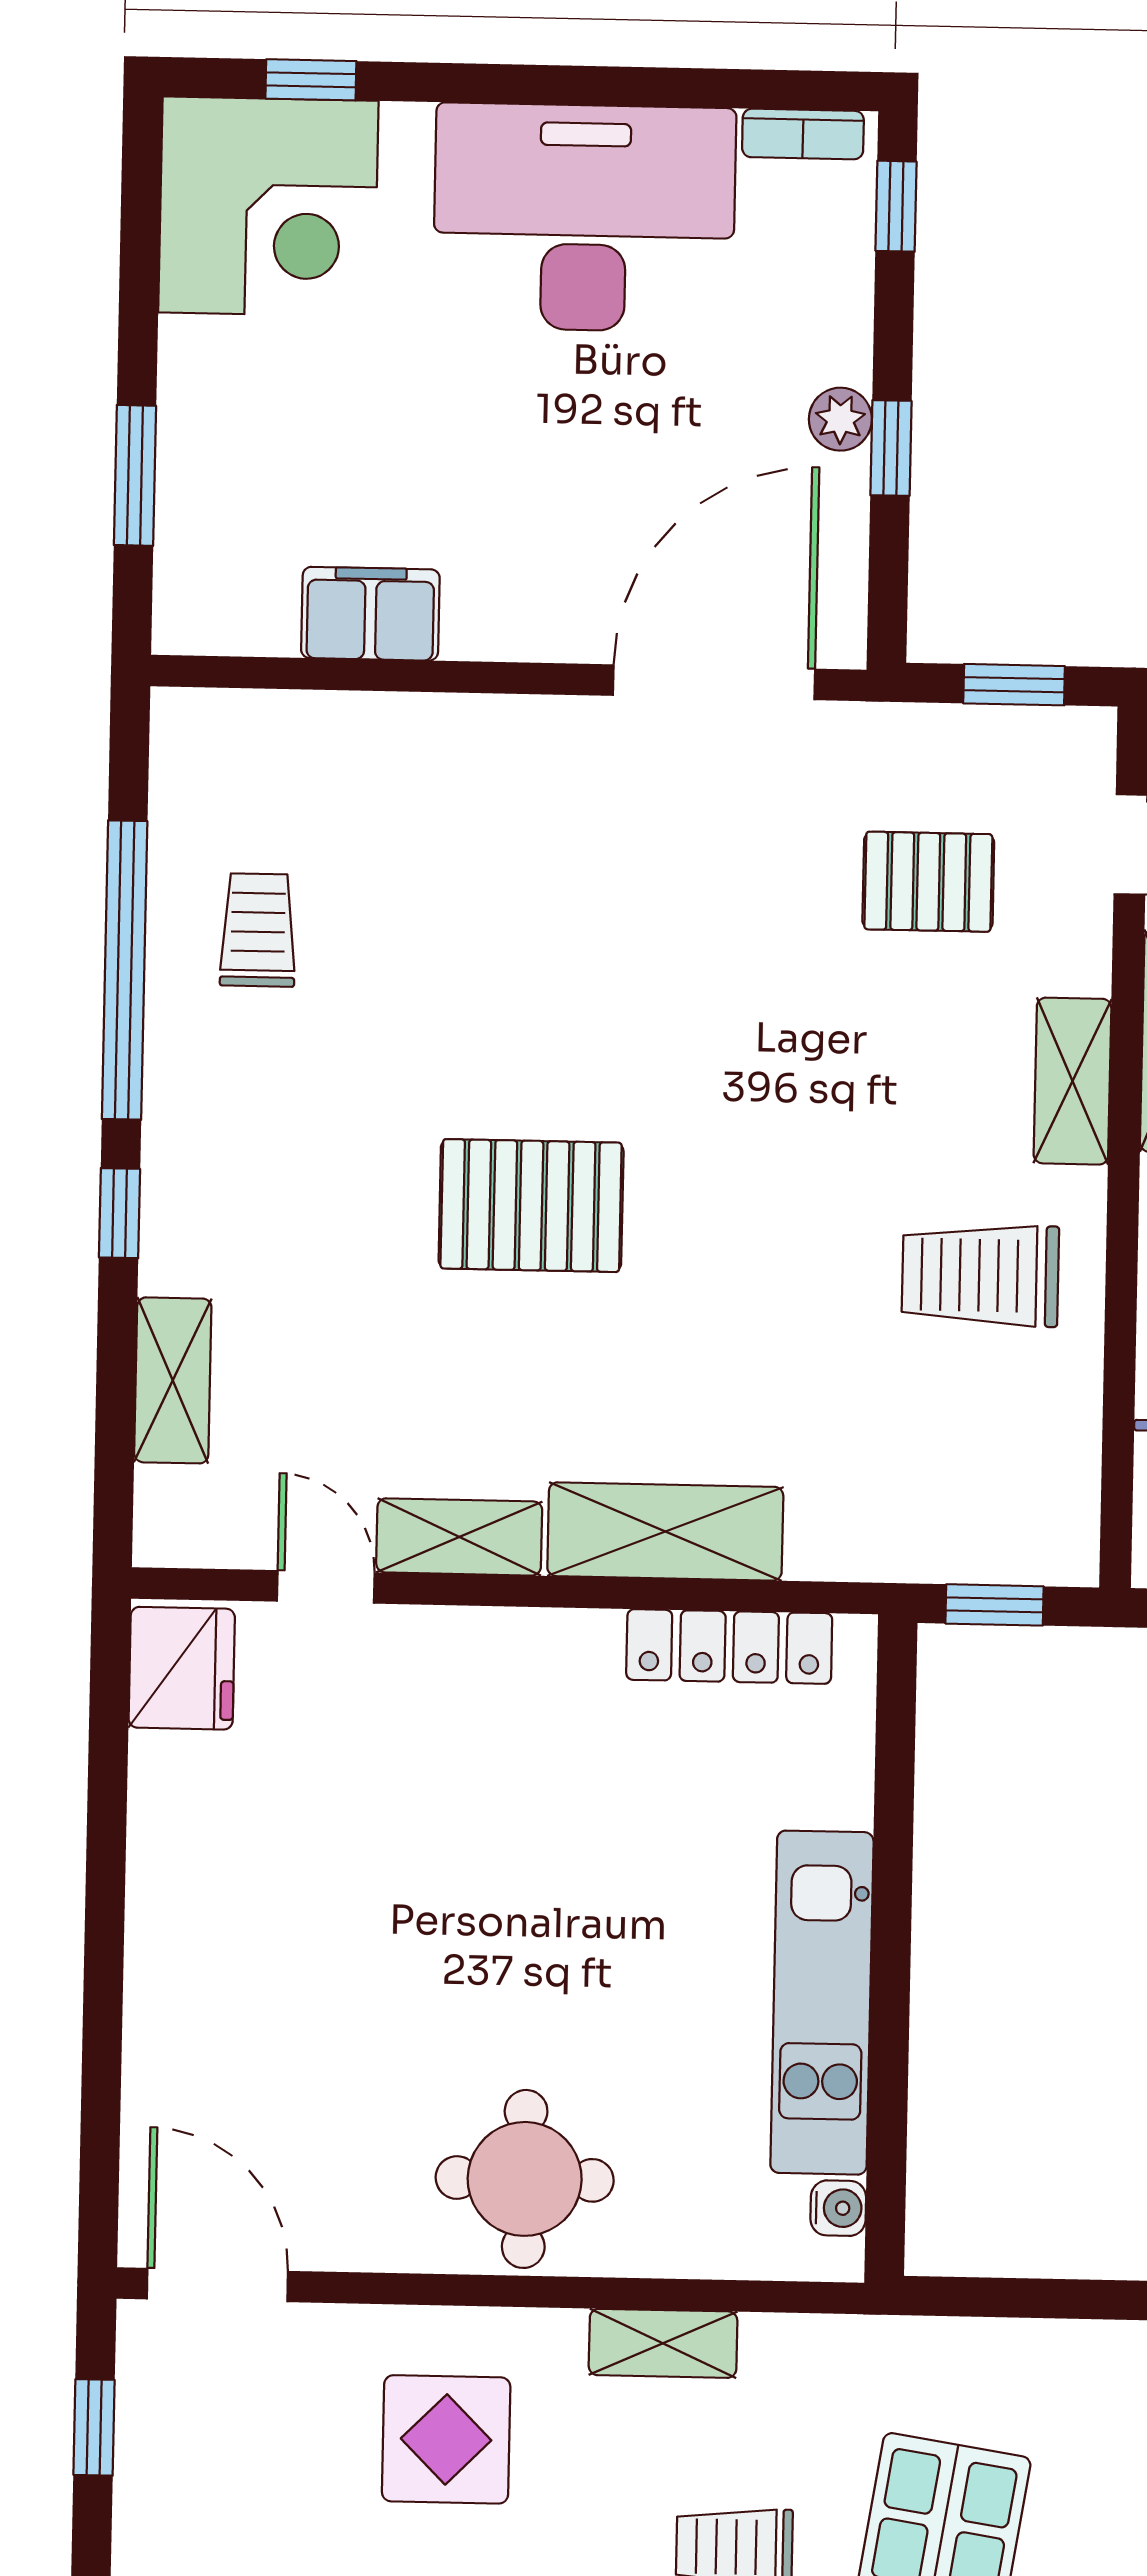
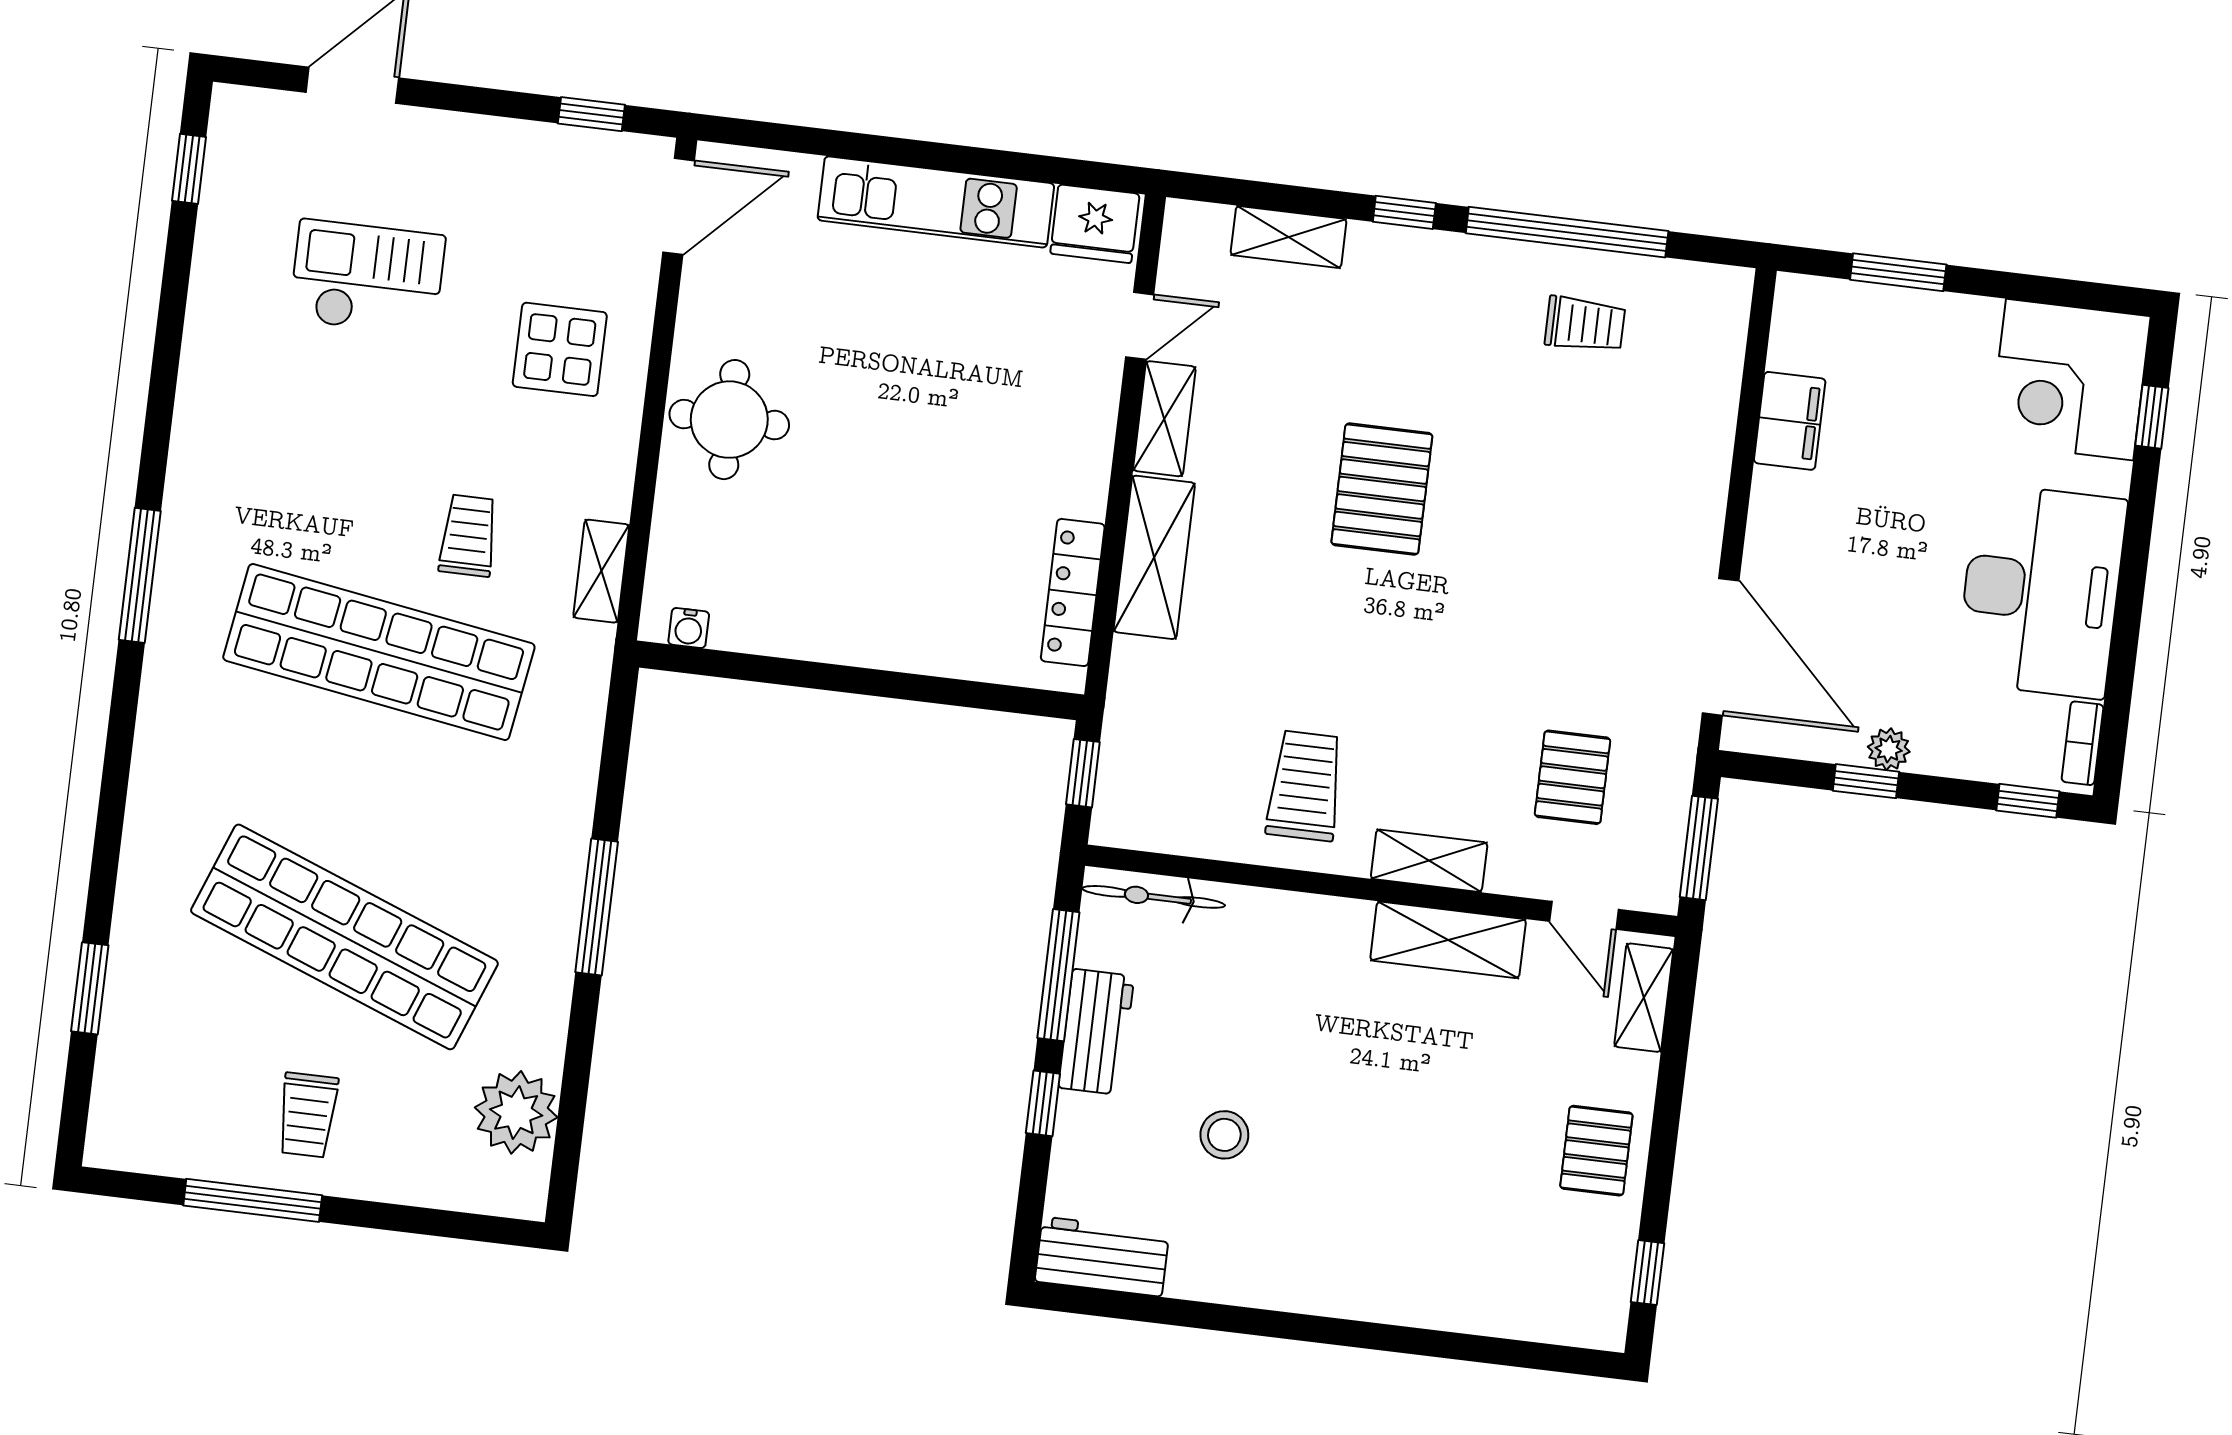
window: (1014, 685) -> (1699, 848), width x1.50
kitchen unit: (822, 2003) -> (936, 202), moved, turned 180
shelving: (663, 2343) -> (601, 571), moved

